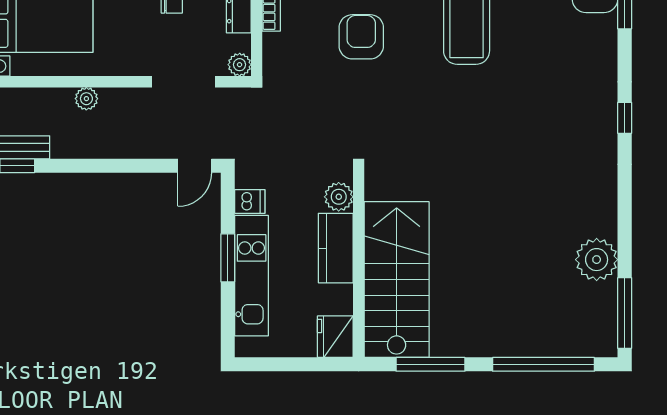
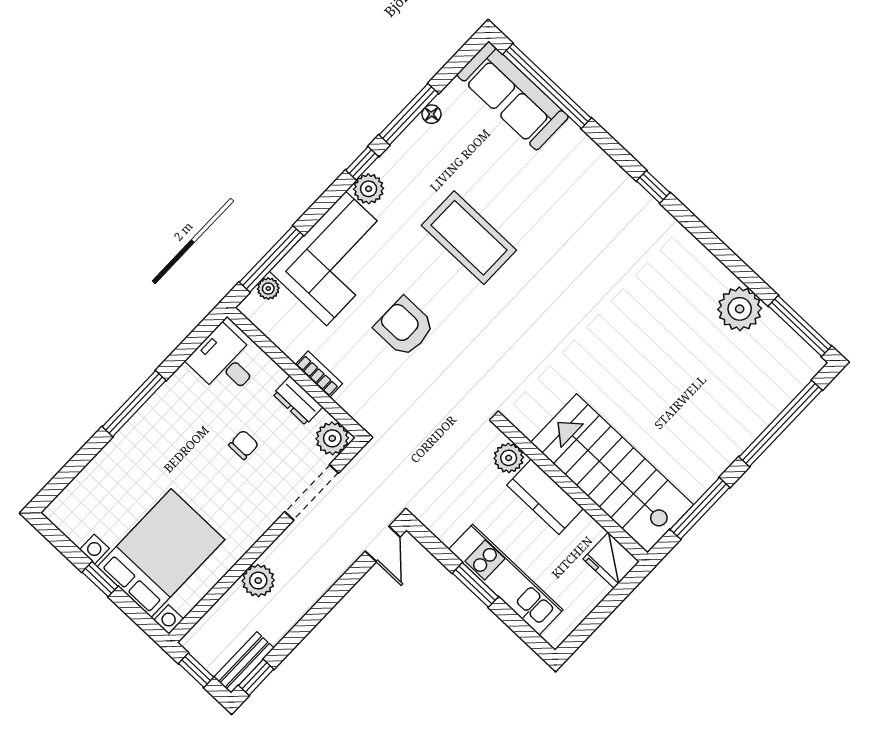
plant: (240, 65) -> (332, 438), width x1.38, depth x1.38
plant: (86, 99) -> (258, 581), width x1.38, depth x1.38
dishwasher: (250, 201) -> (449, 528), removed

